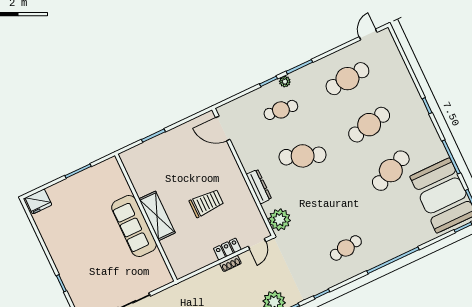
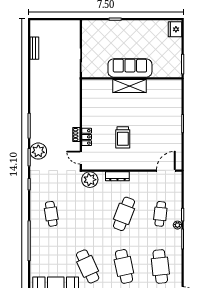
shelving: (157, 216) -> (130, 86), moved
wall: (146, 218) -> (132, 78), moved
sofa: (134, 226) -> (130, 68), moved

